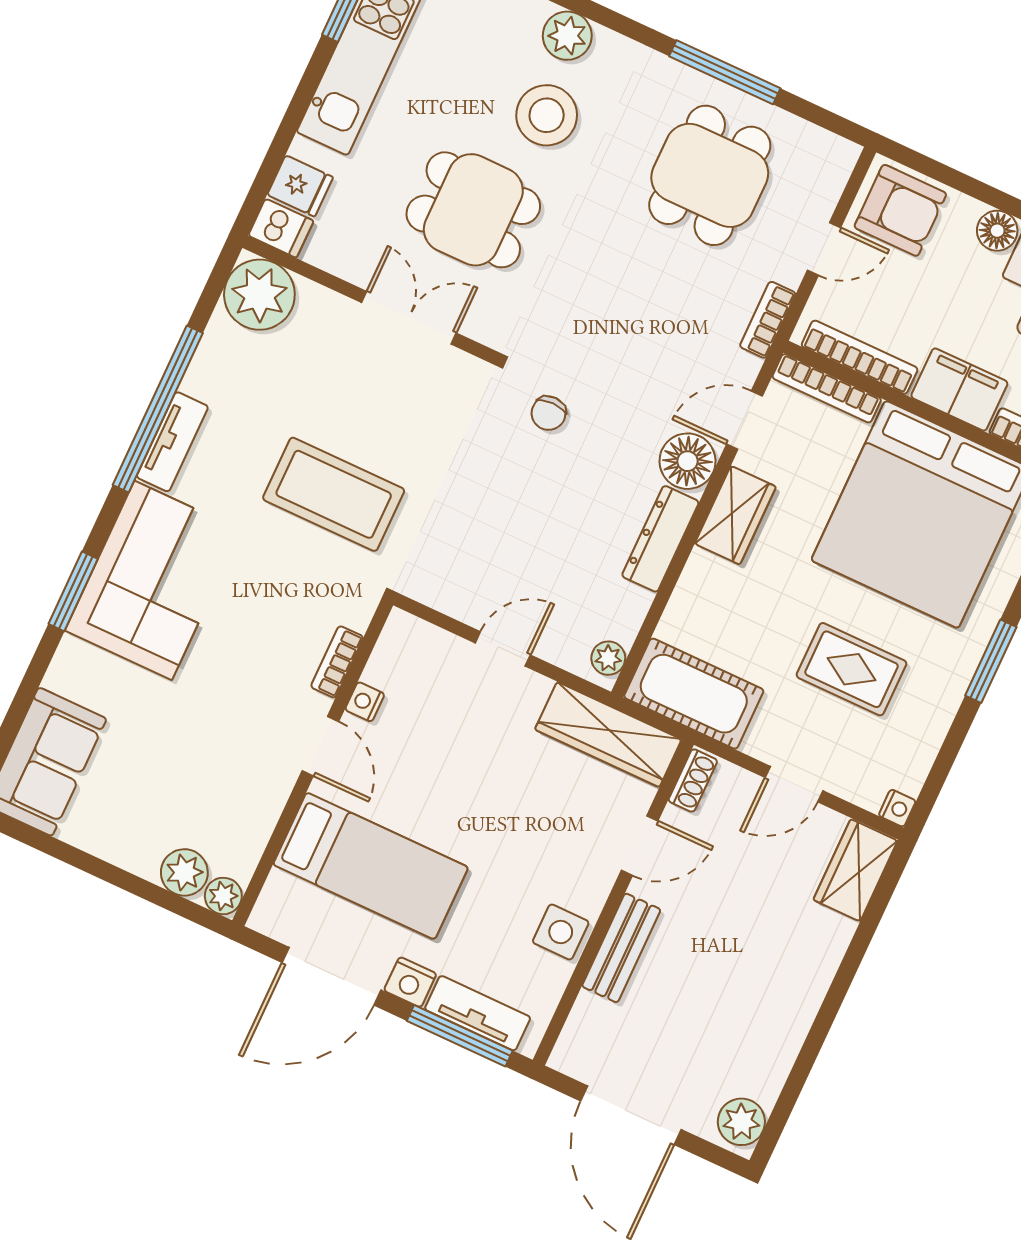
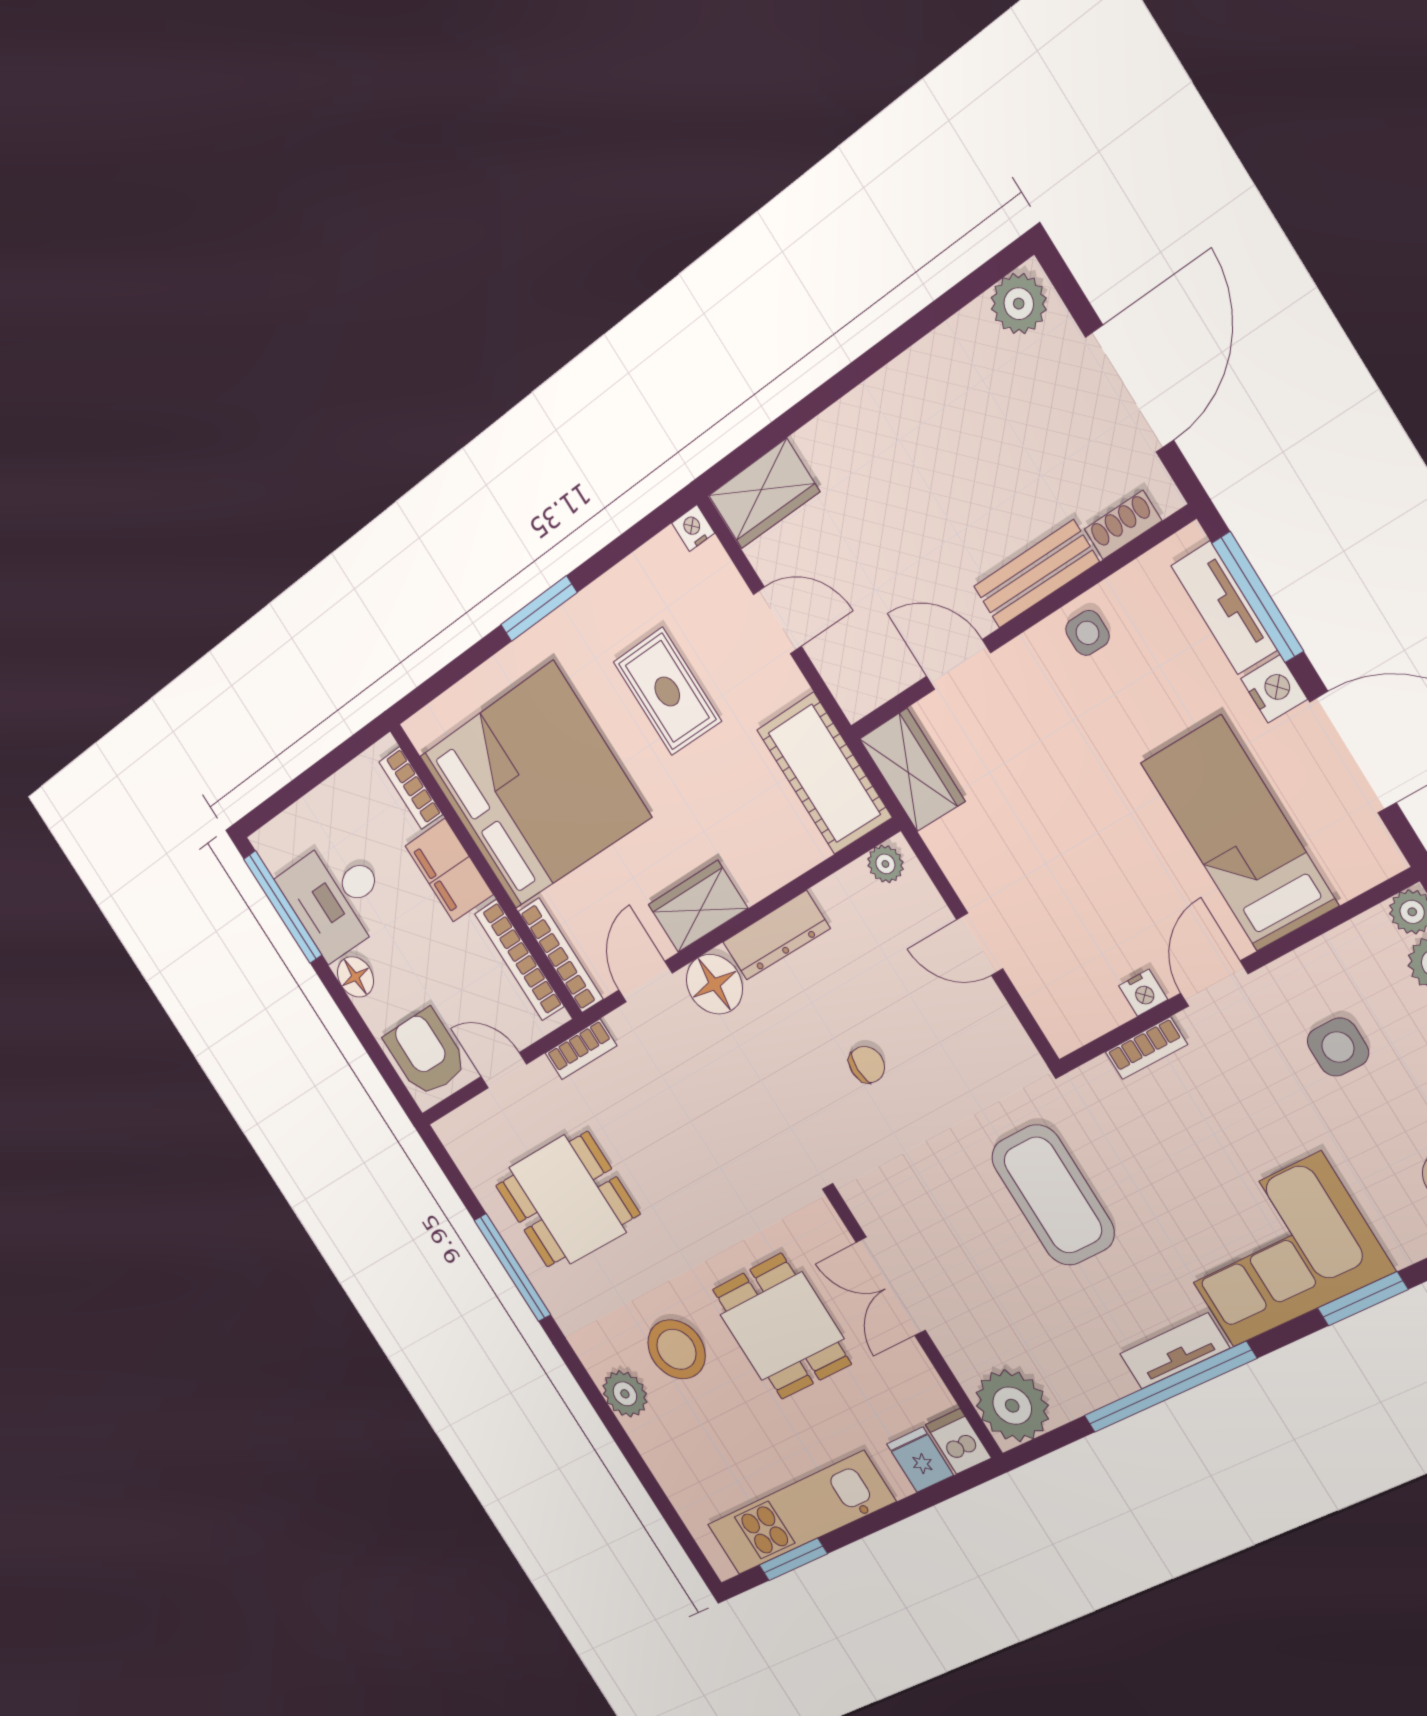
chair: (549, 413) -> (867, 1065), moved
door: (745, 420) -> (645, 982), swing flipped
wardrobe: (608, 734) -> (912, 770), width x0.67
side table: (209, 764) -> (1338, 1047), added
shoe rack: (693, 781) -> (1123, 525), moved
side table: (561, 932) -> (1087, 633), width x0.73, depth x0.73

